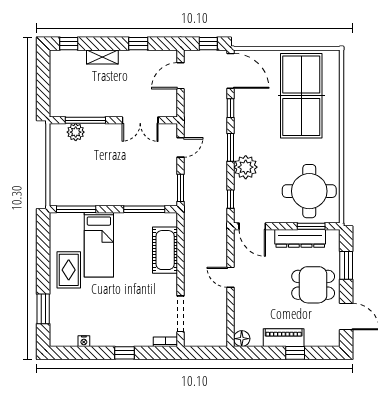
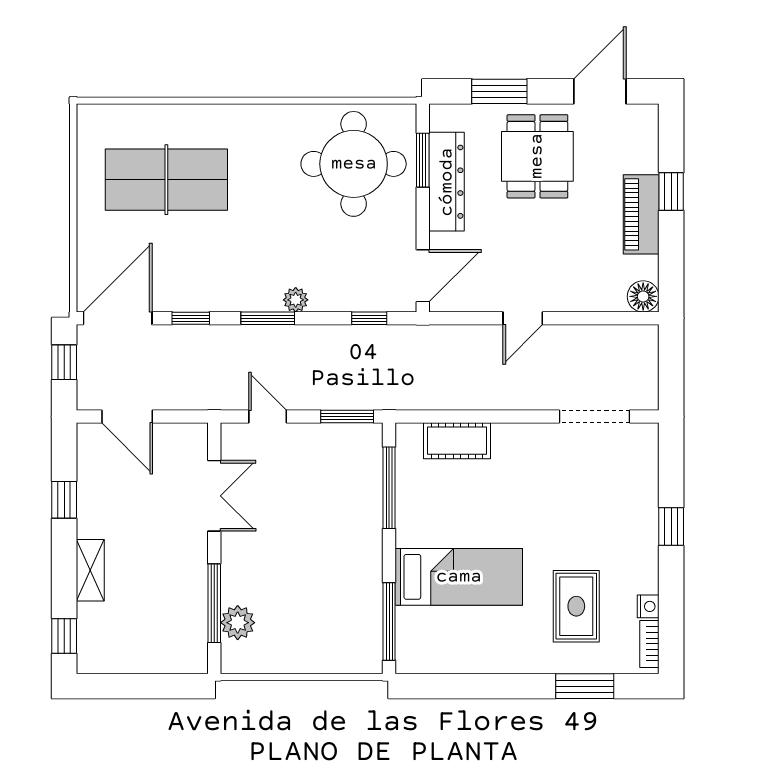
table tennis table: (301, 96) -> (166, 180), width x0.73, depth x0.76
plant: (246, 167) -> (296, 300), width x0.53, depth x0.53
cot: (165, 250) -> (457, 441), width x0.73, depth x0.75
rug: (69, 270) -> (576, 606), moved, turned 90
bookcase: (165, 342) -> (649, 644), moved

